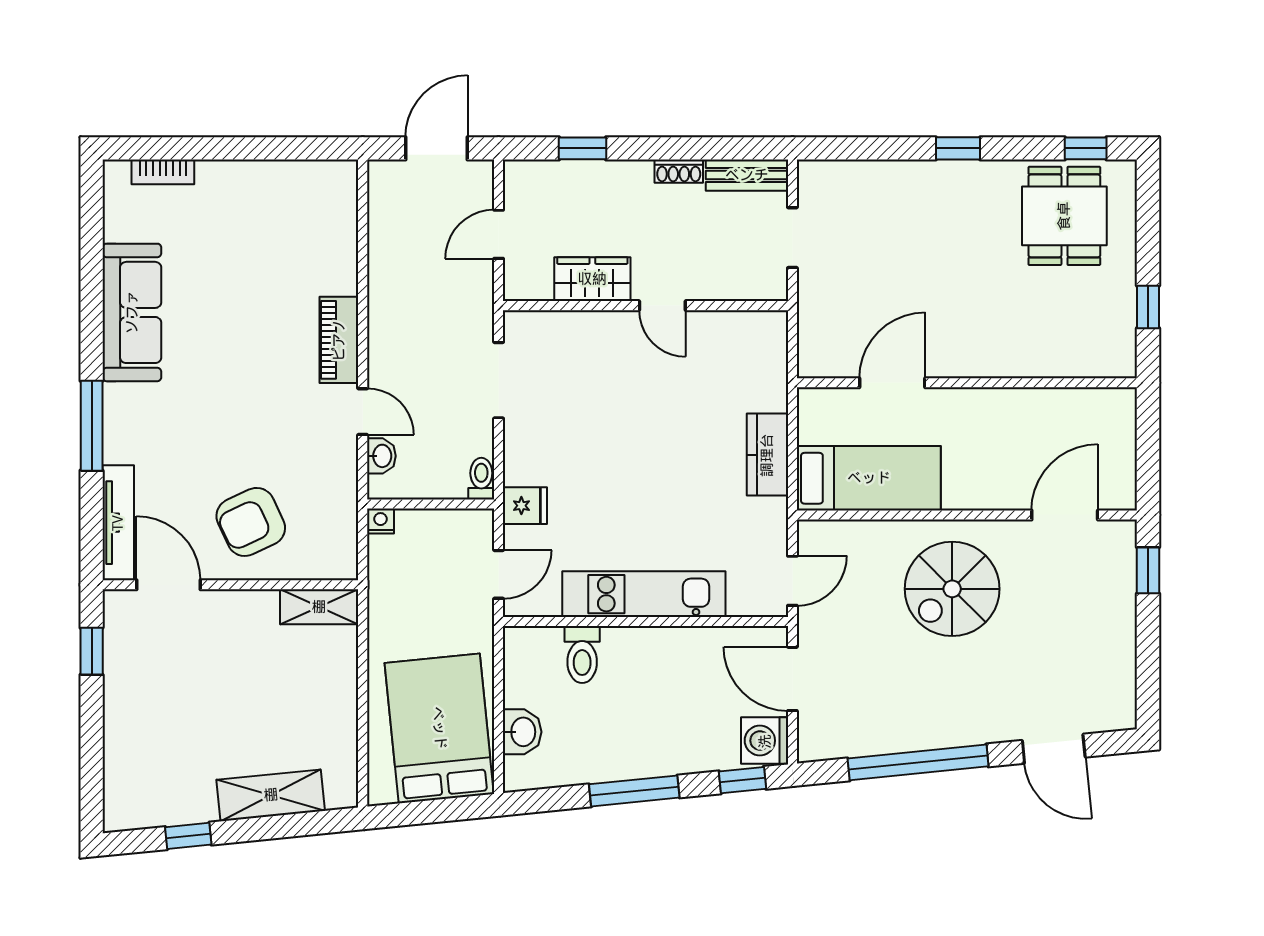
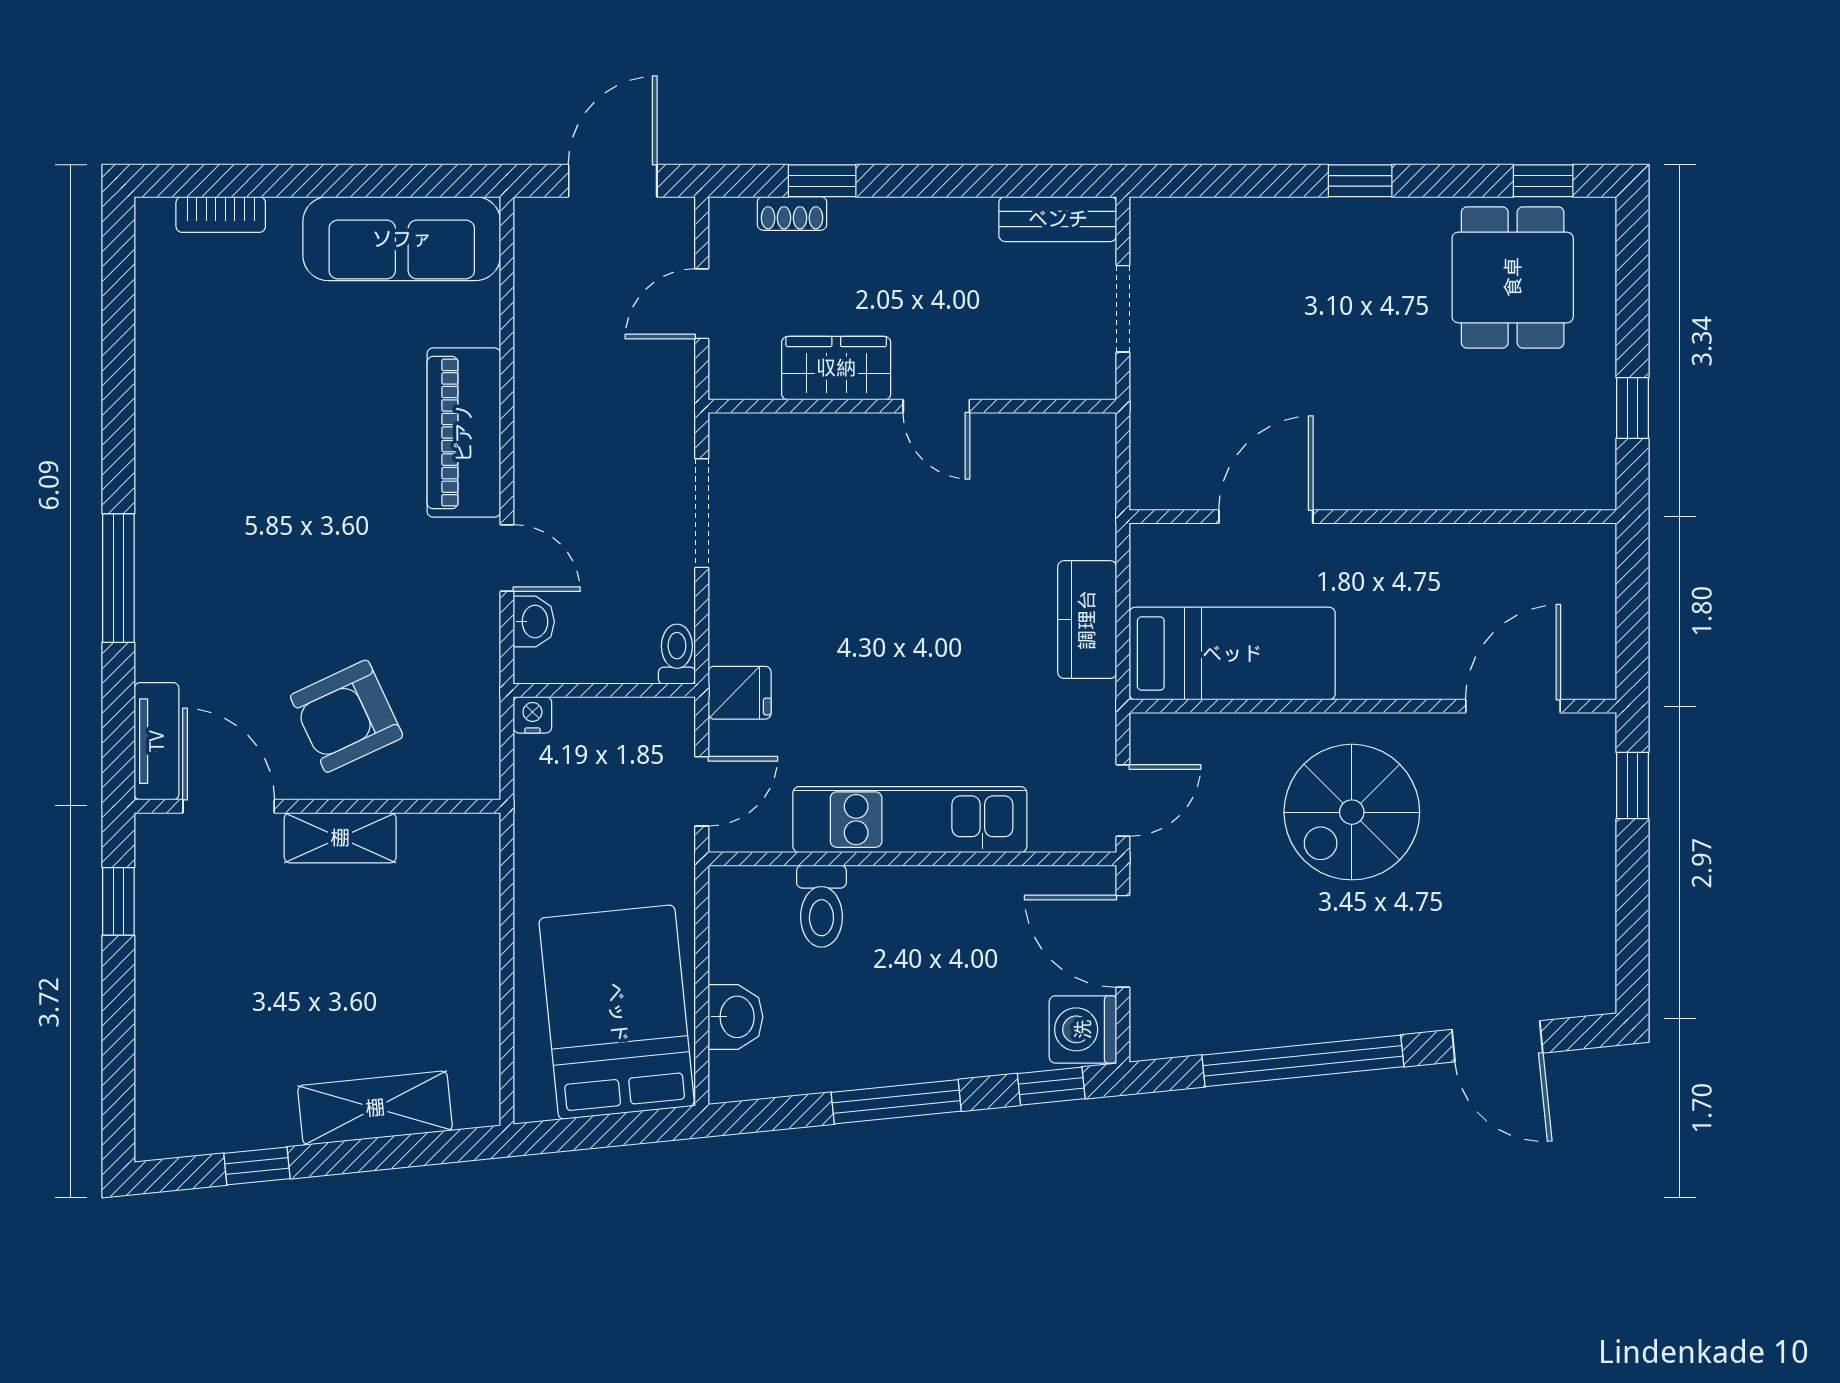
shoe rack: (679, 171) -> (792, 213), moved
sofa: (132, 312) -> (402, 239), moved, turned 90
piano: (339, 340) -> (464, 433), width x1.37, depth x1.33
tv unit: (118, 523) -> (157, 741), width x0.71
shelving: (319, 607) -> (340, 838), moved

